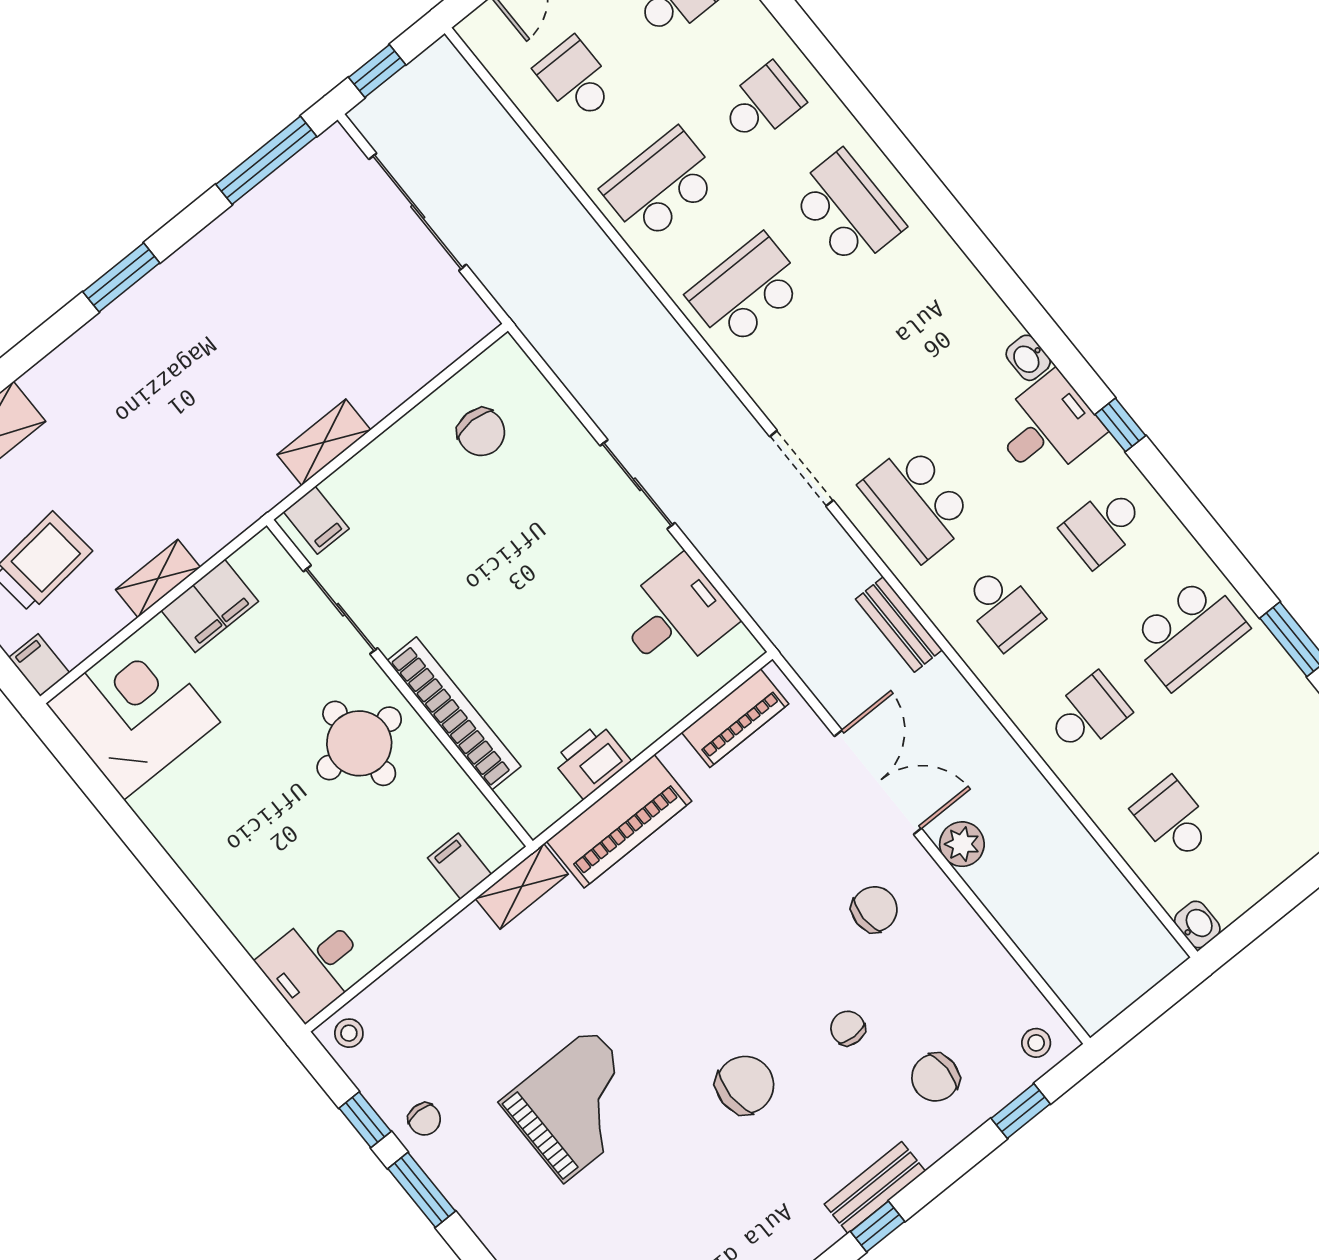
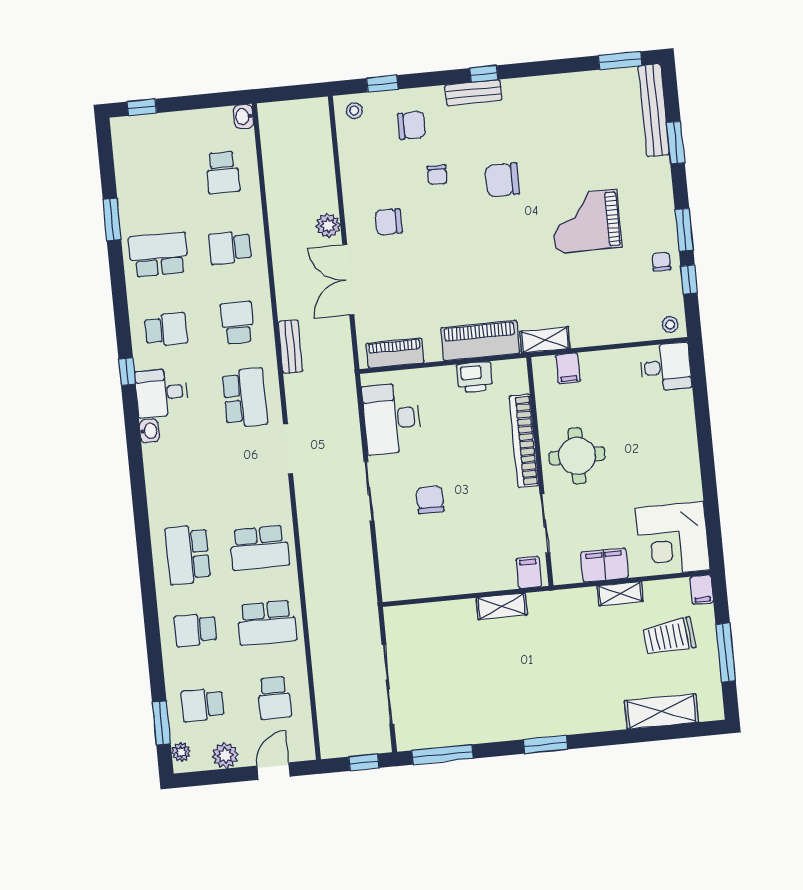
chair: (481, 432) -> (430, 500), moved
desk: (675, 616) -> (392, 419), width x1.37

